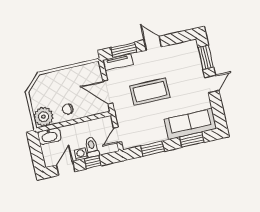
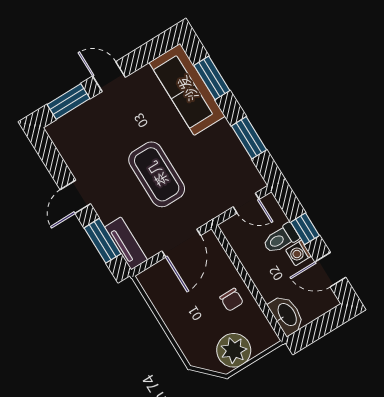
plant: (43, 117) -> (234, 350), moved

